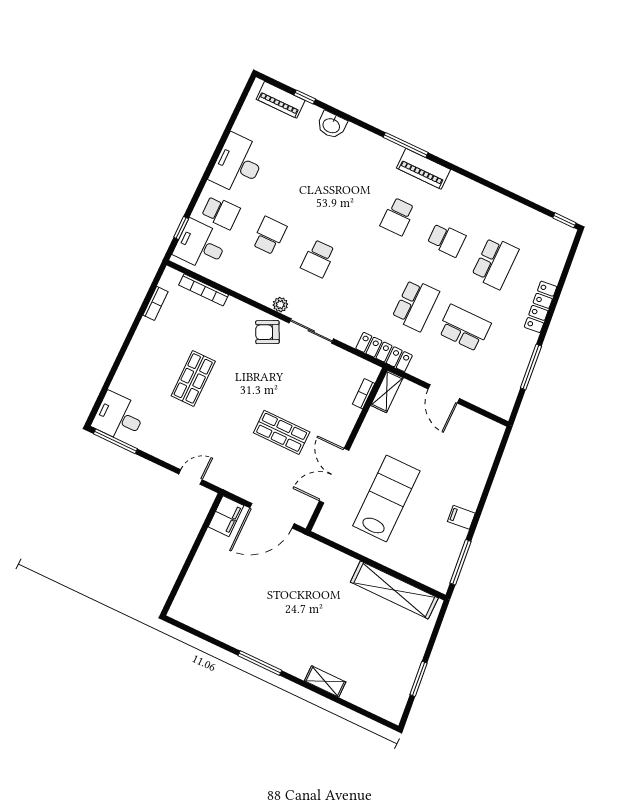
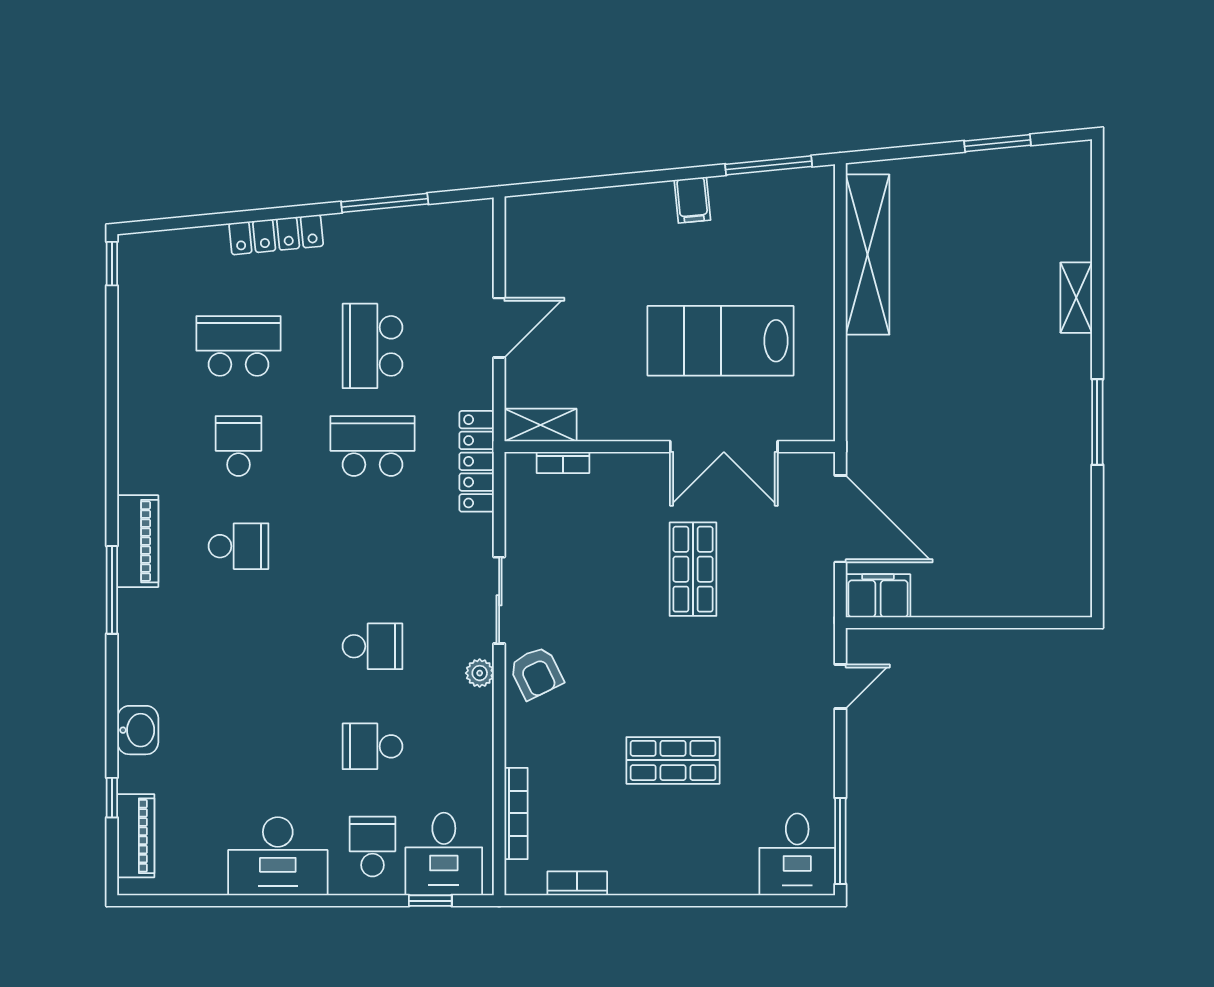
door: (190, 477) -> (840, 687), swing flipped

